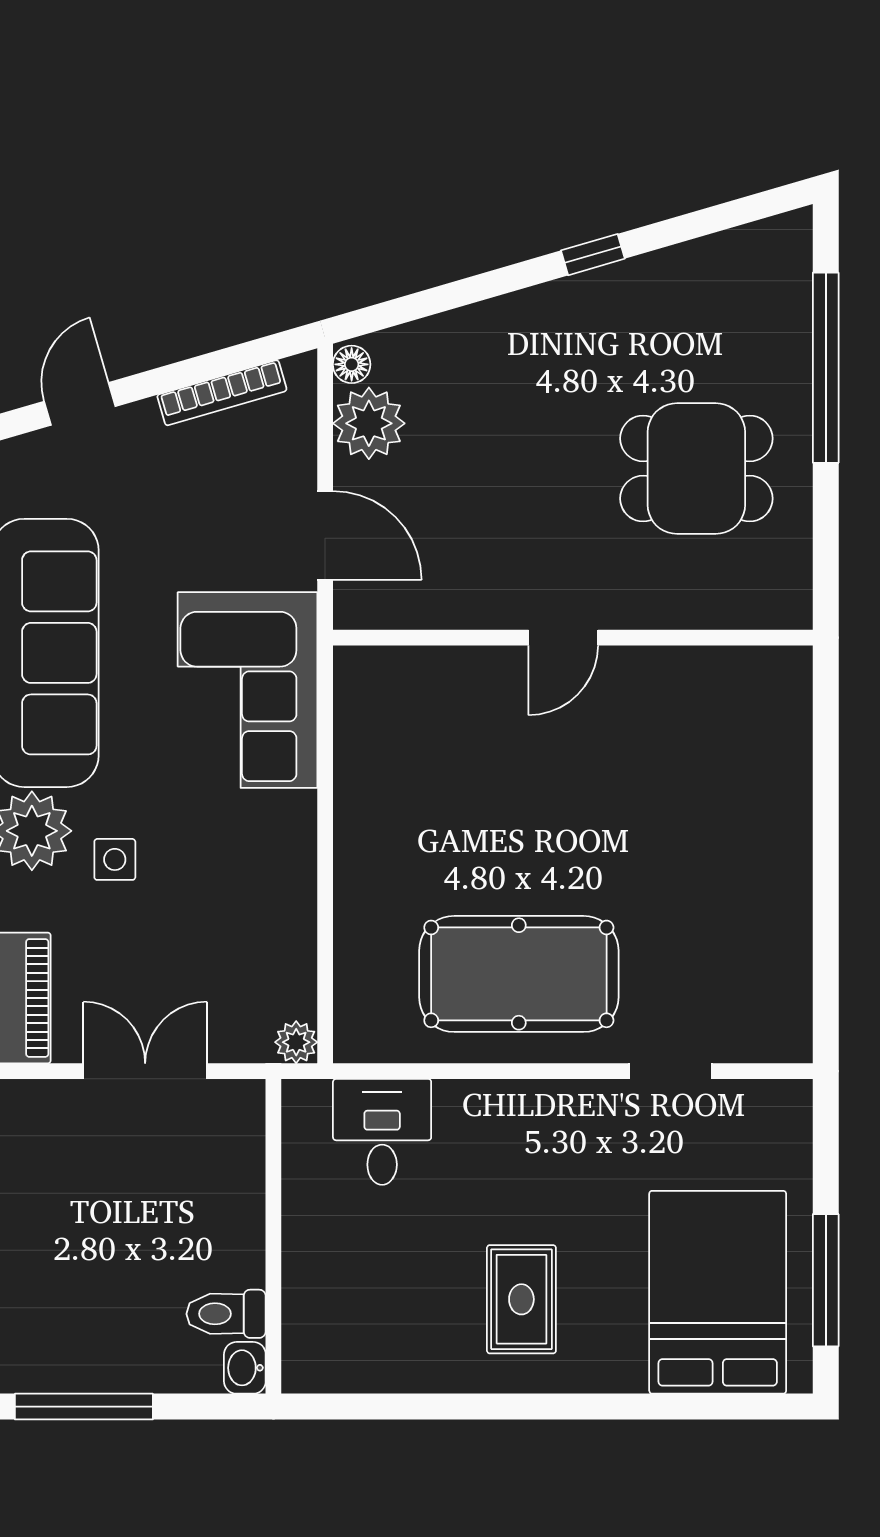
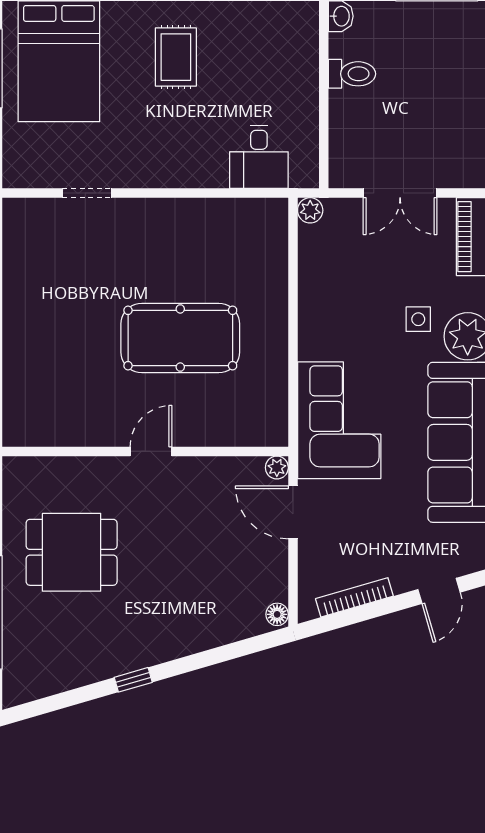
plant: (369, 423) -> (277, 468), moved, width x0.53, depth x0.53
pool table: (519, 974) -> (180, 338), moved
toilet: (226, 1314) -> (352, 74), moved

